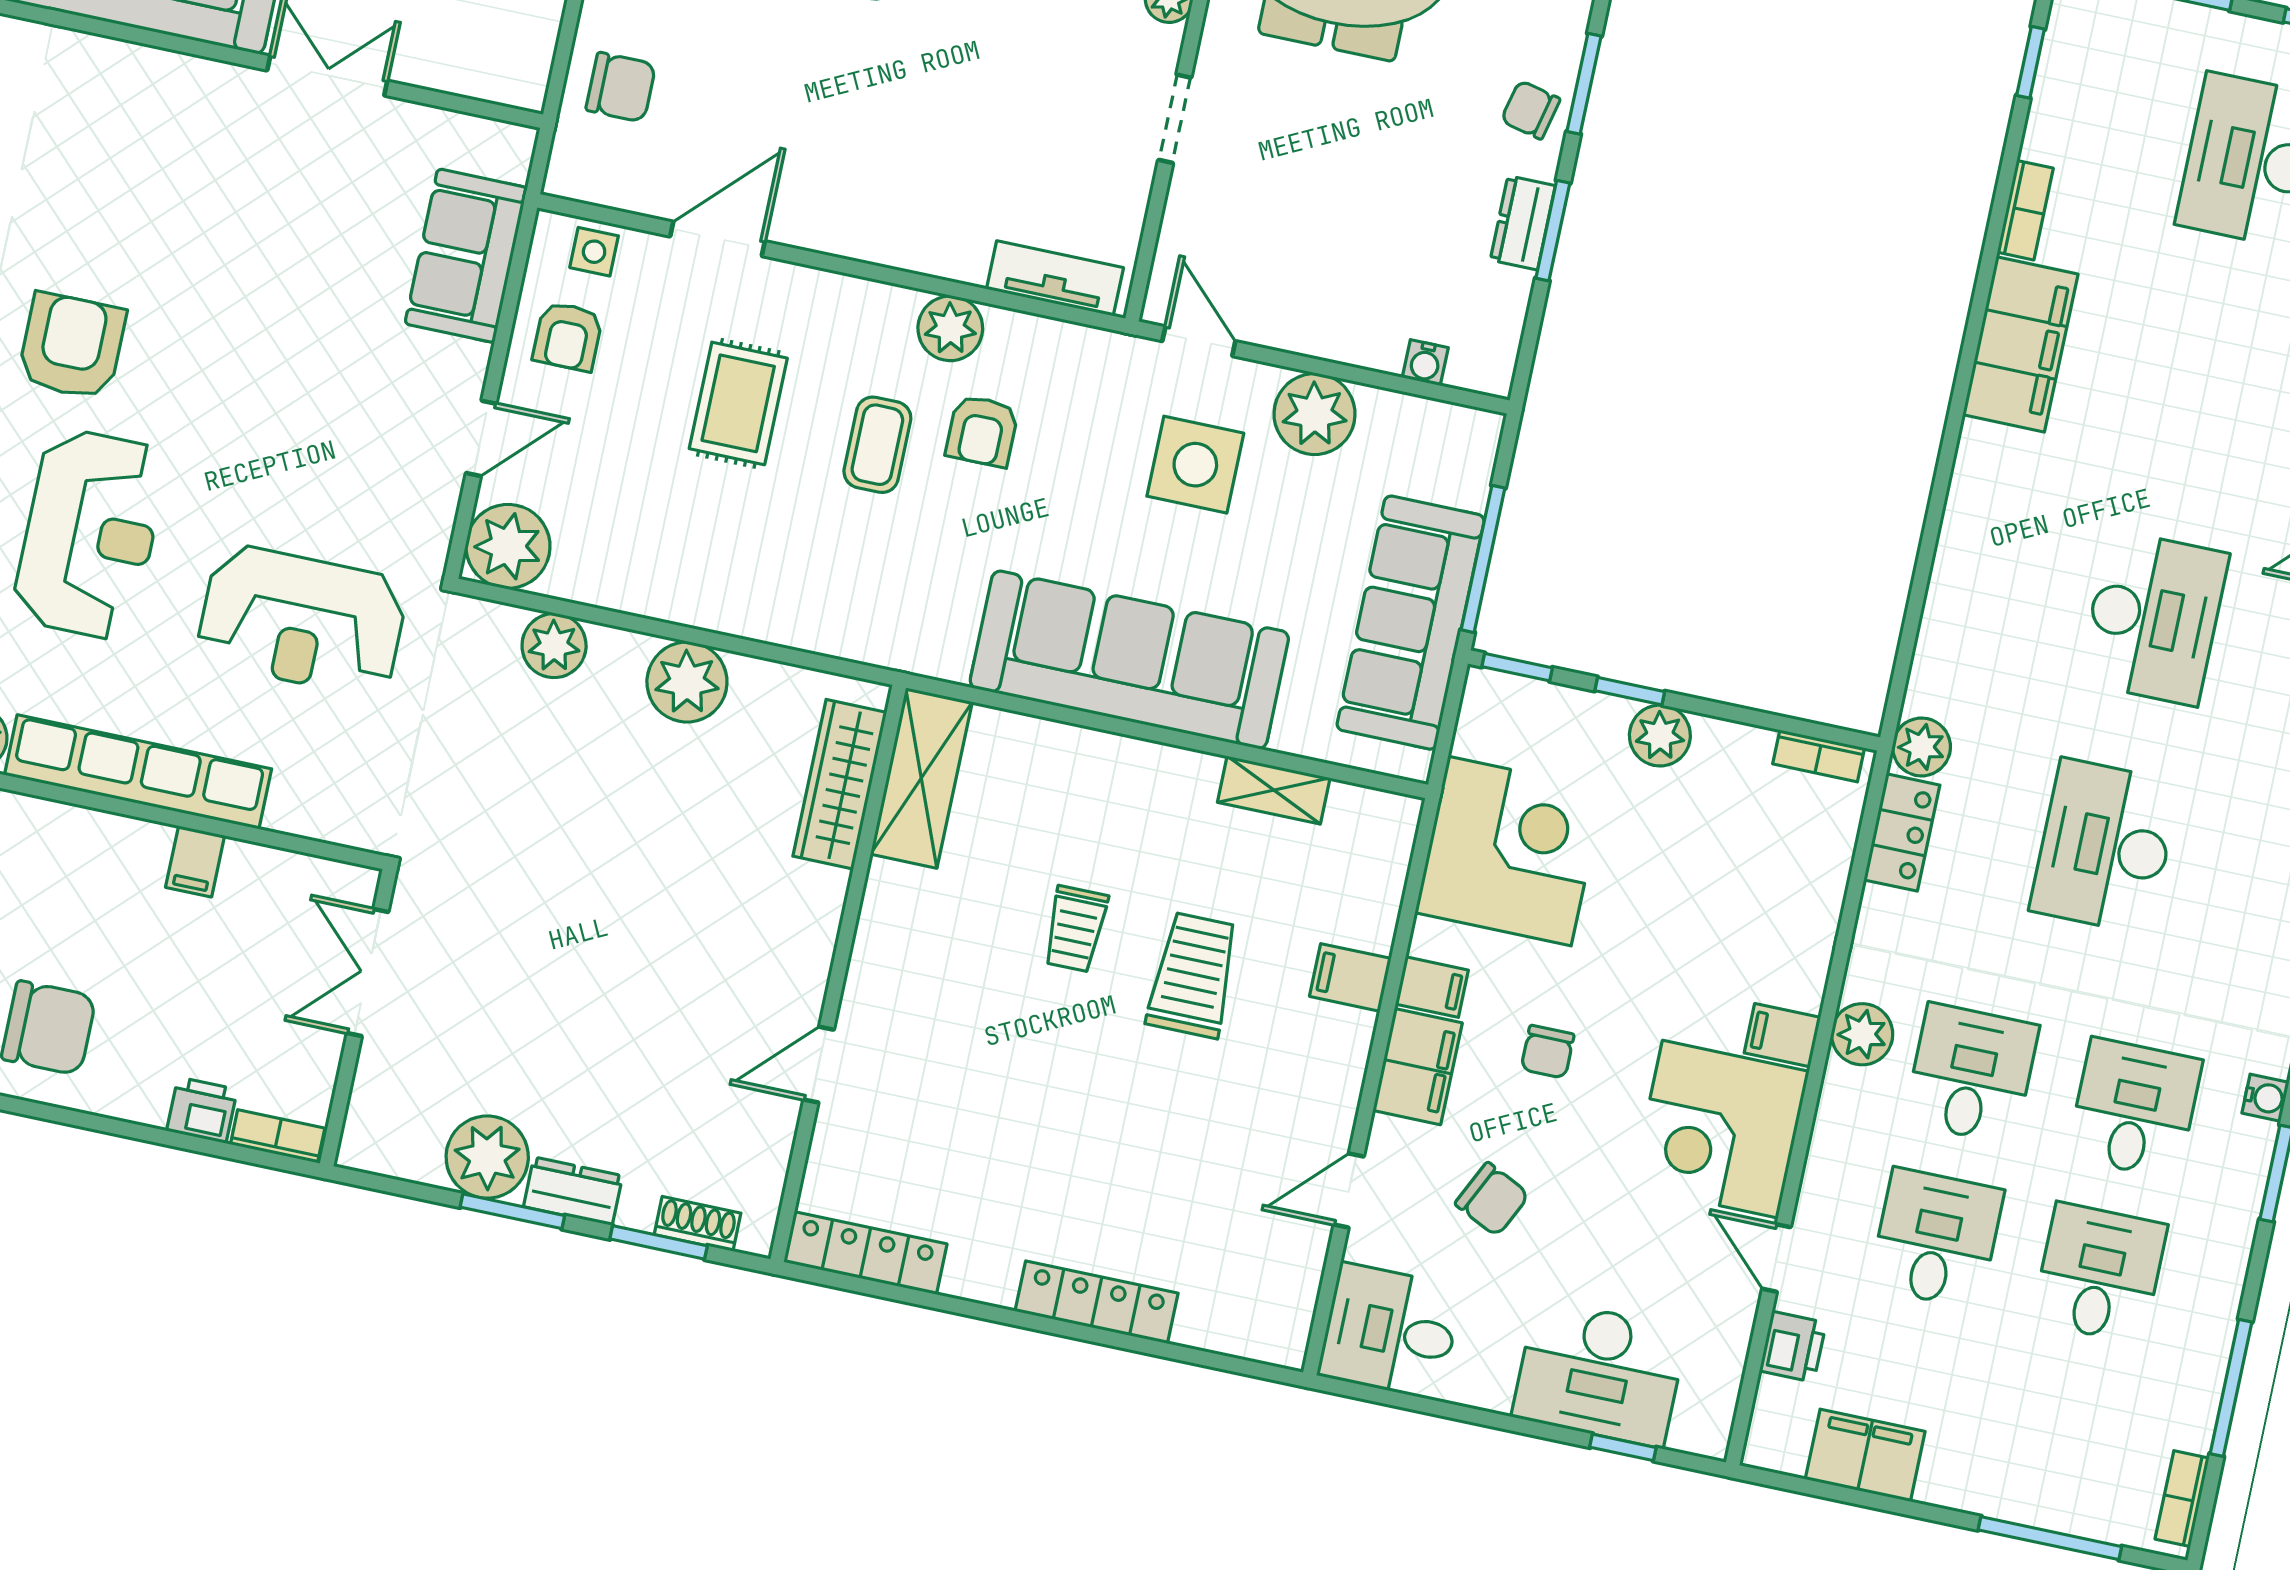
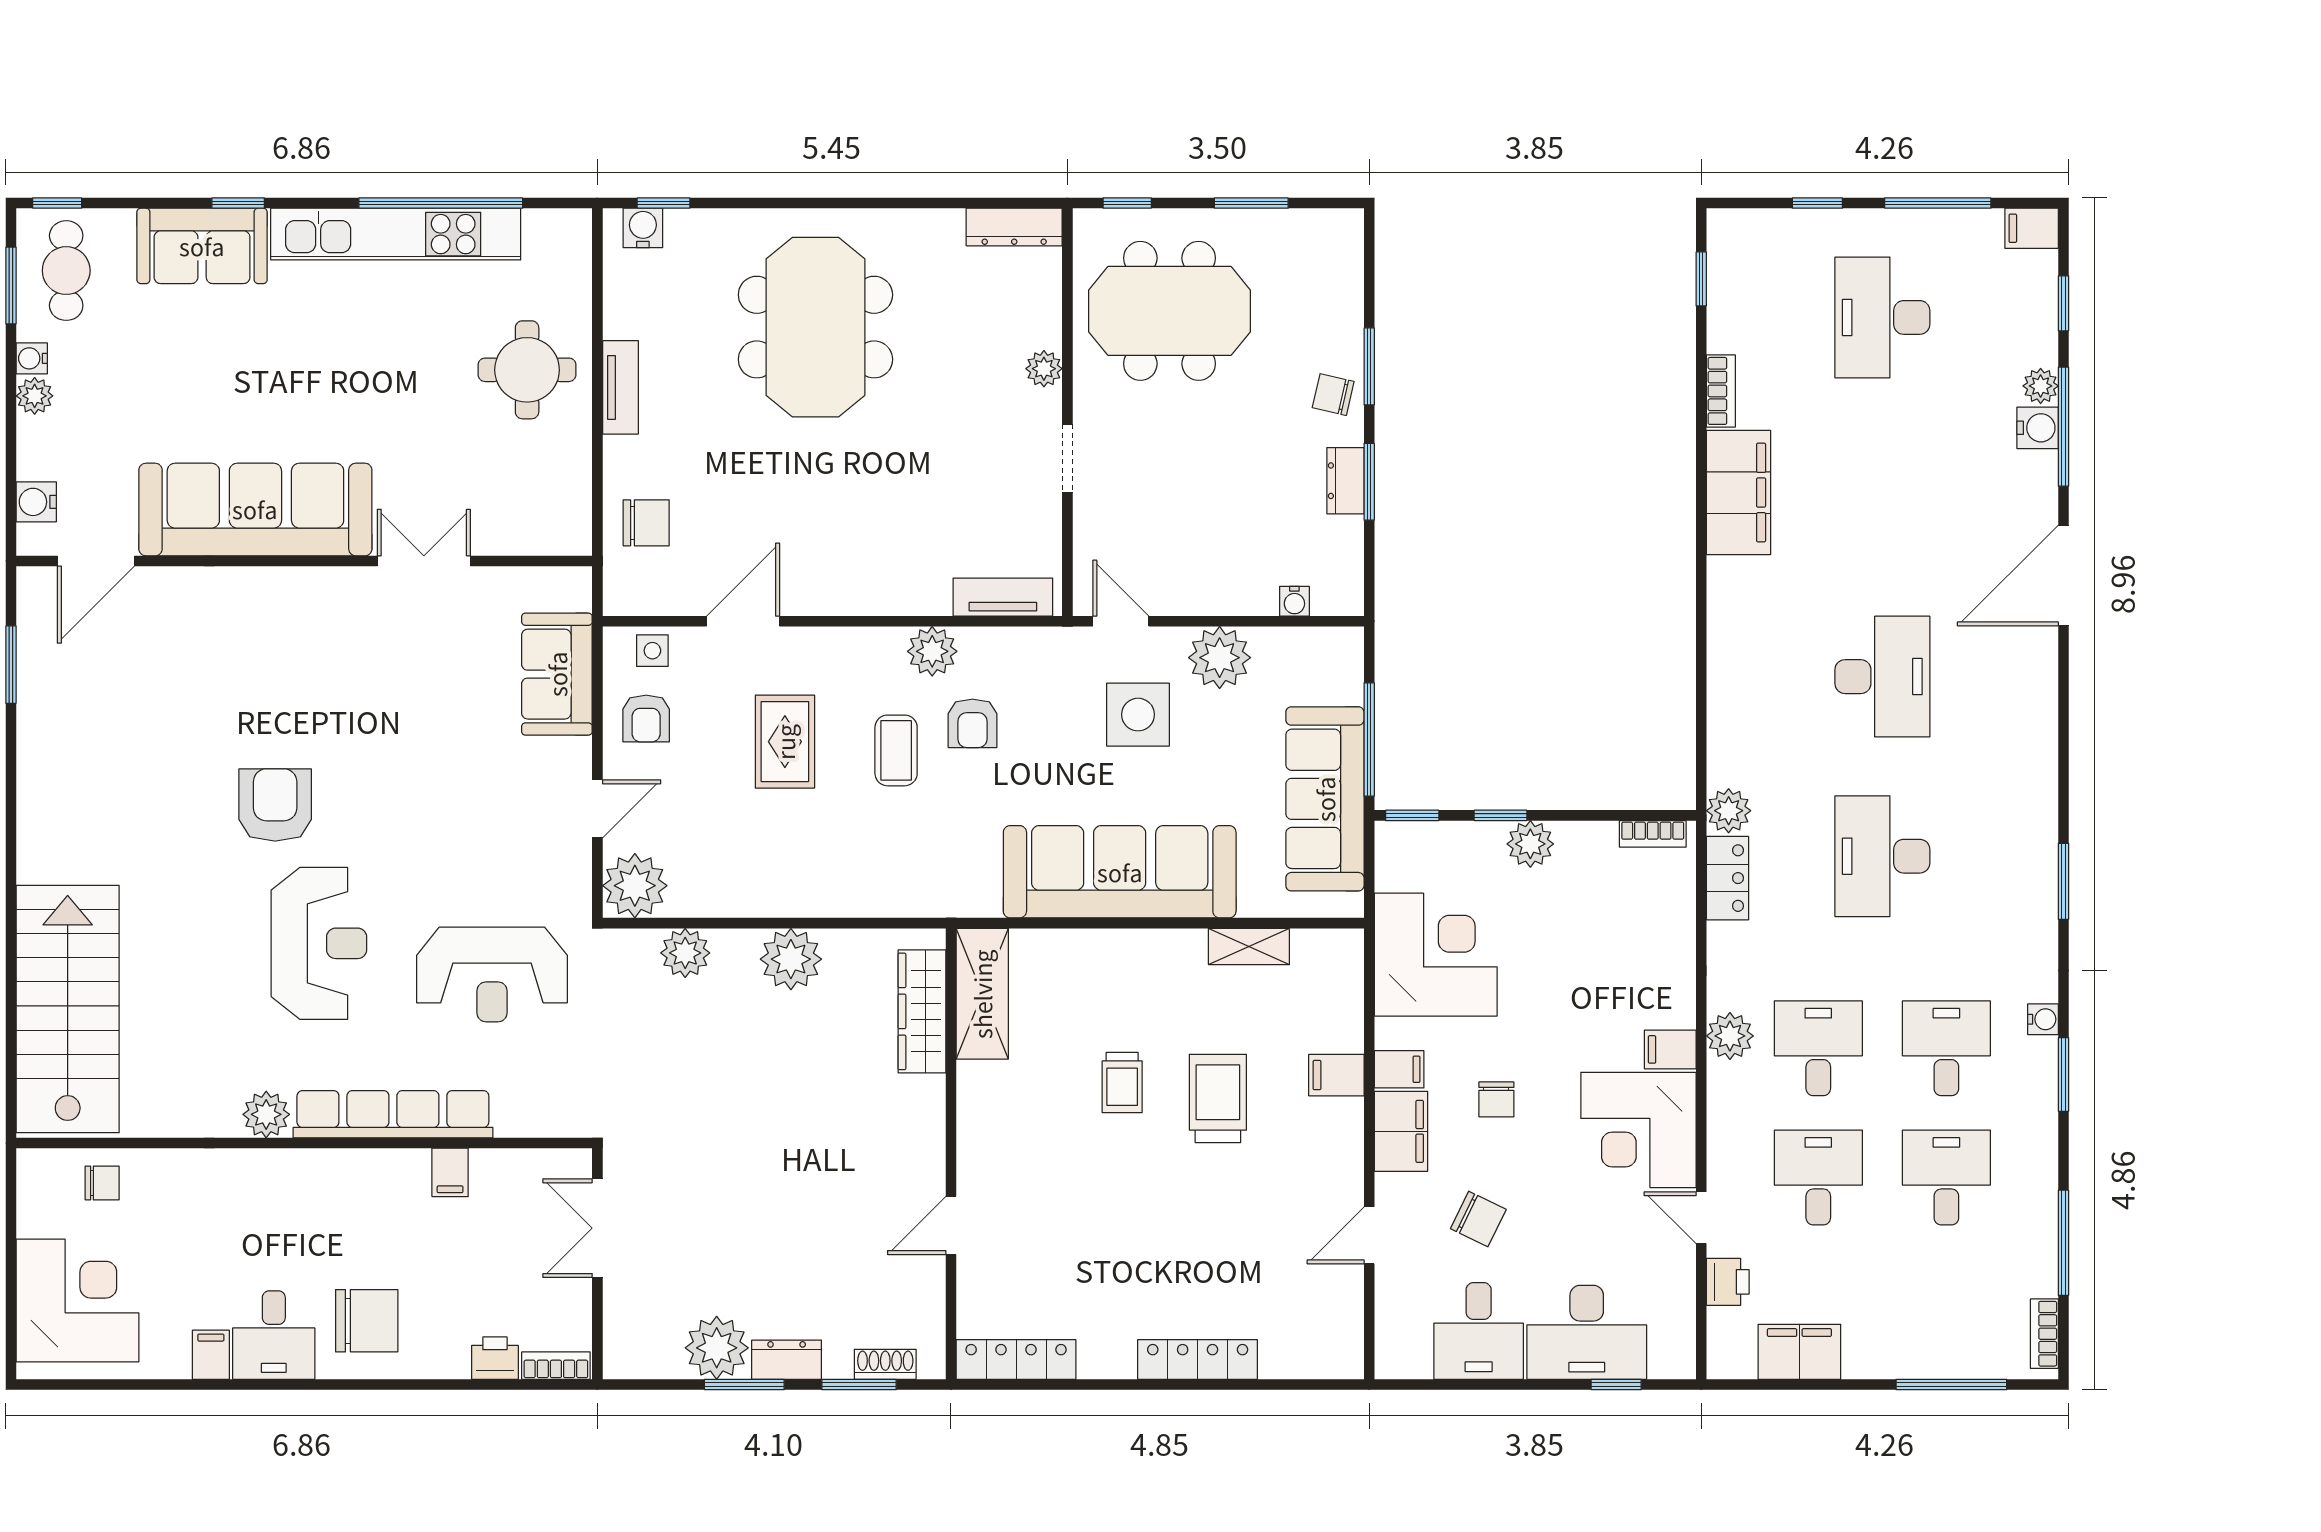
desk: (1390, 1331) -> (1479, 1331), moved, turned -90

